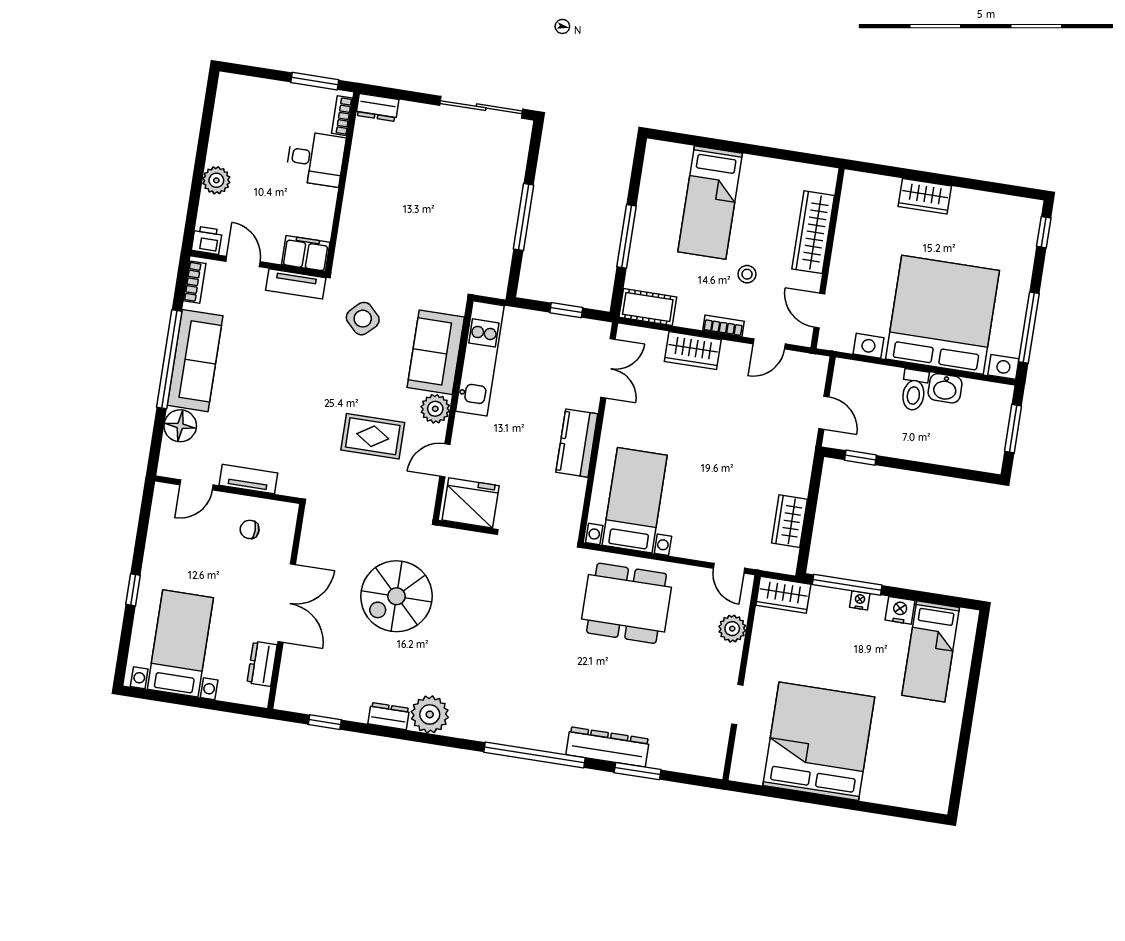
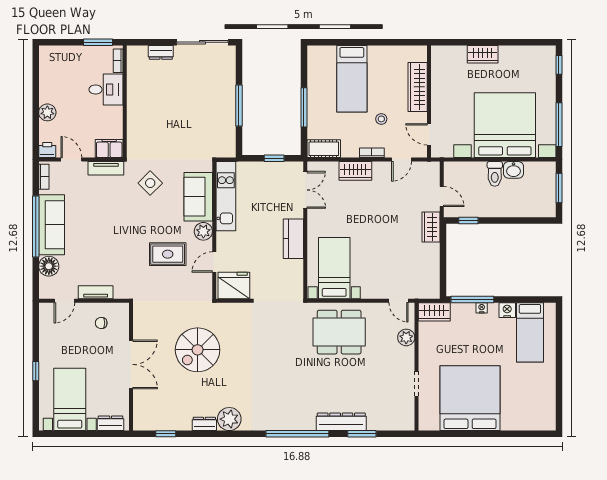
dresser: (377, 107) -> (161, 52), moved
wardrobe: (789, 521) -> (431, 227), moved
dresser: (262, 664) -> (111, 423), moved, turned 90

